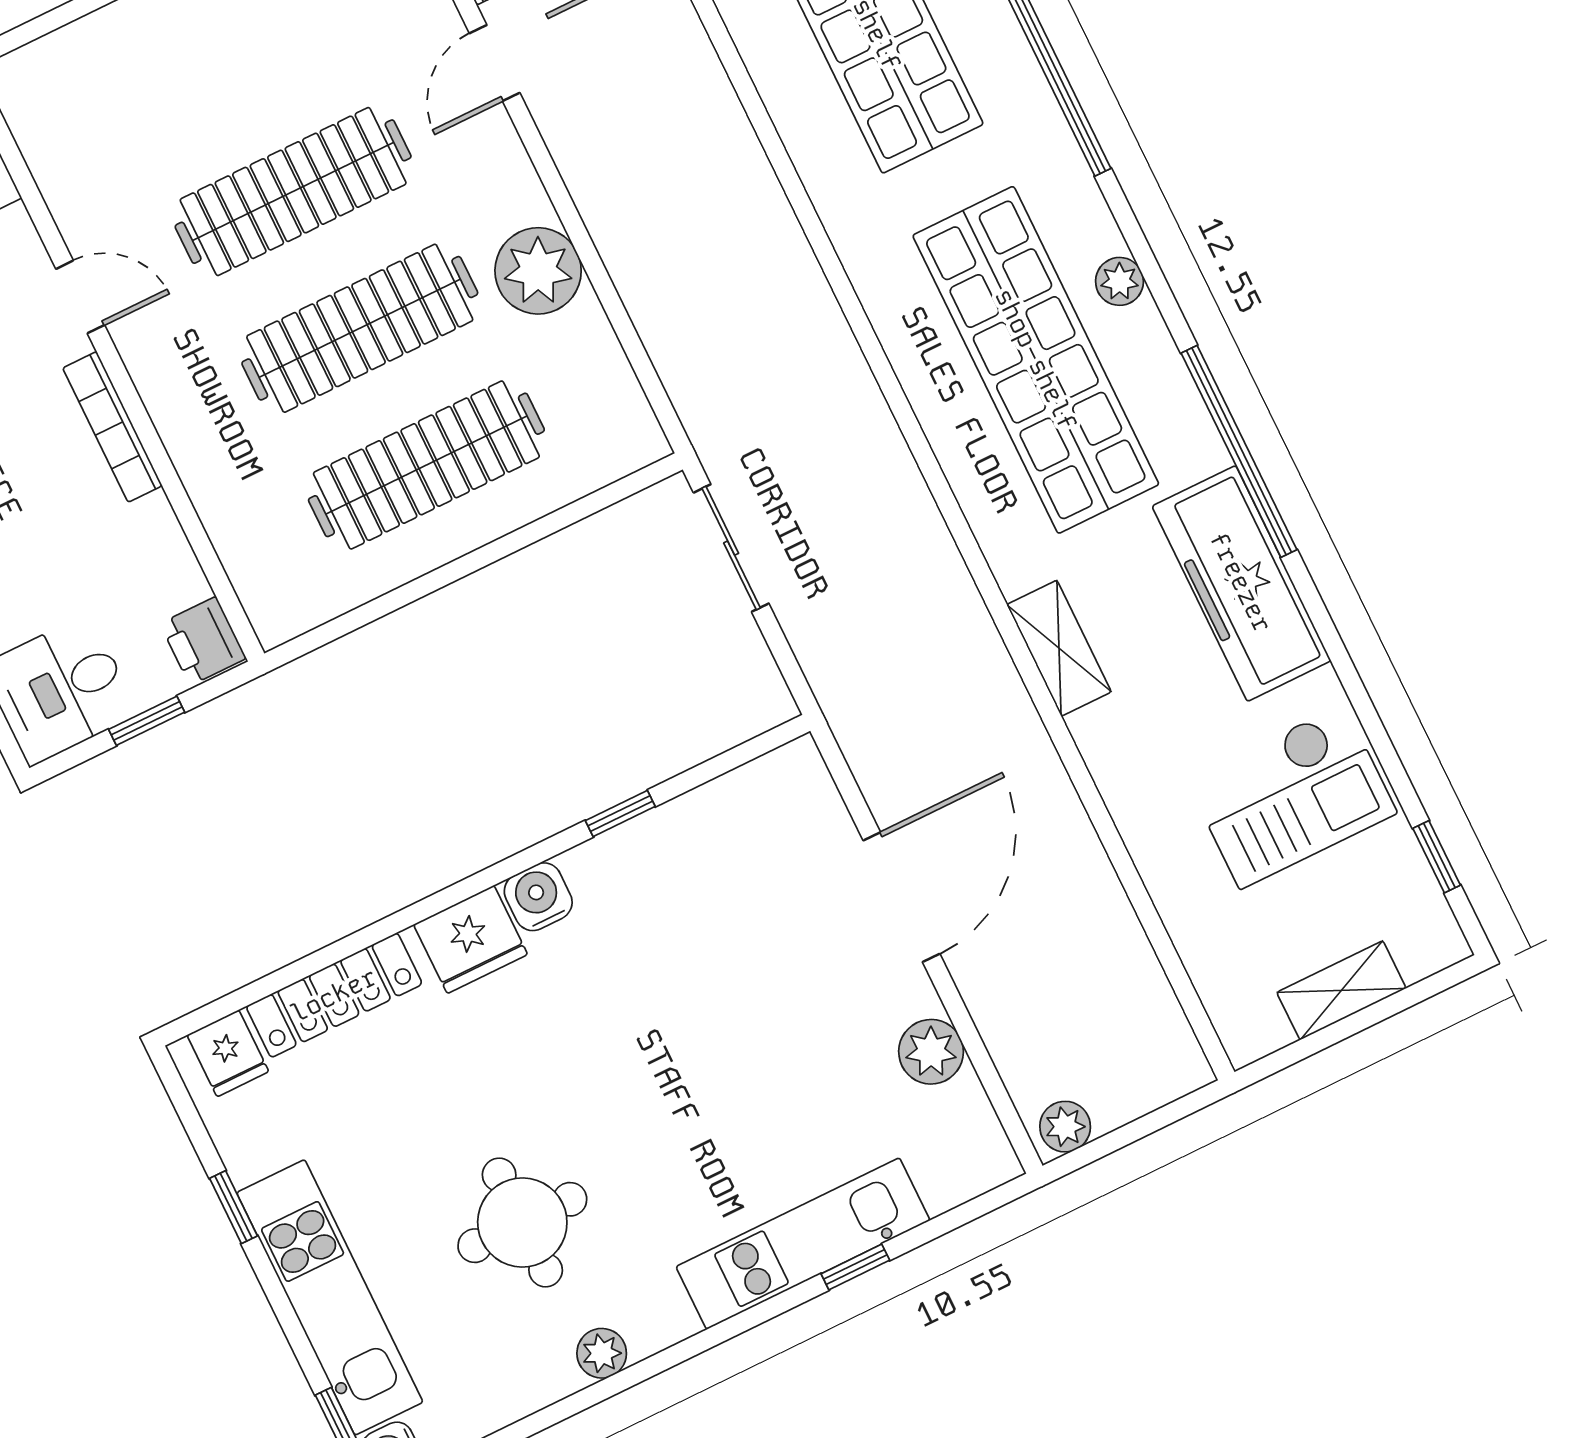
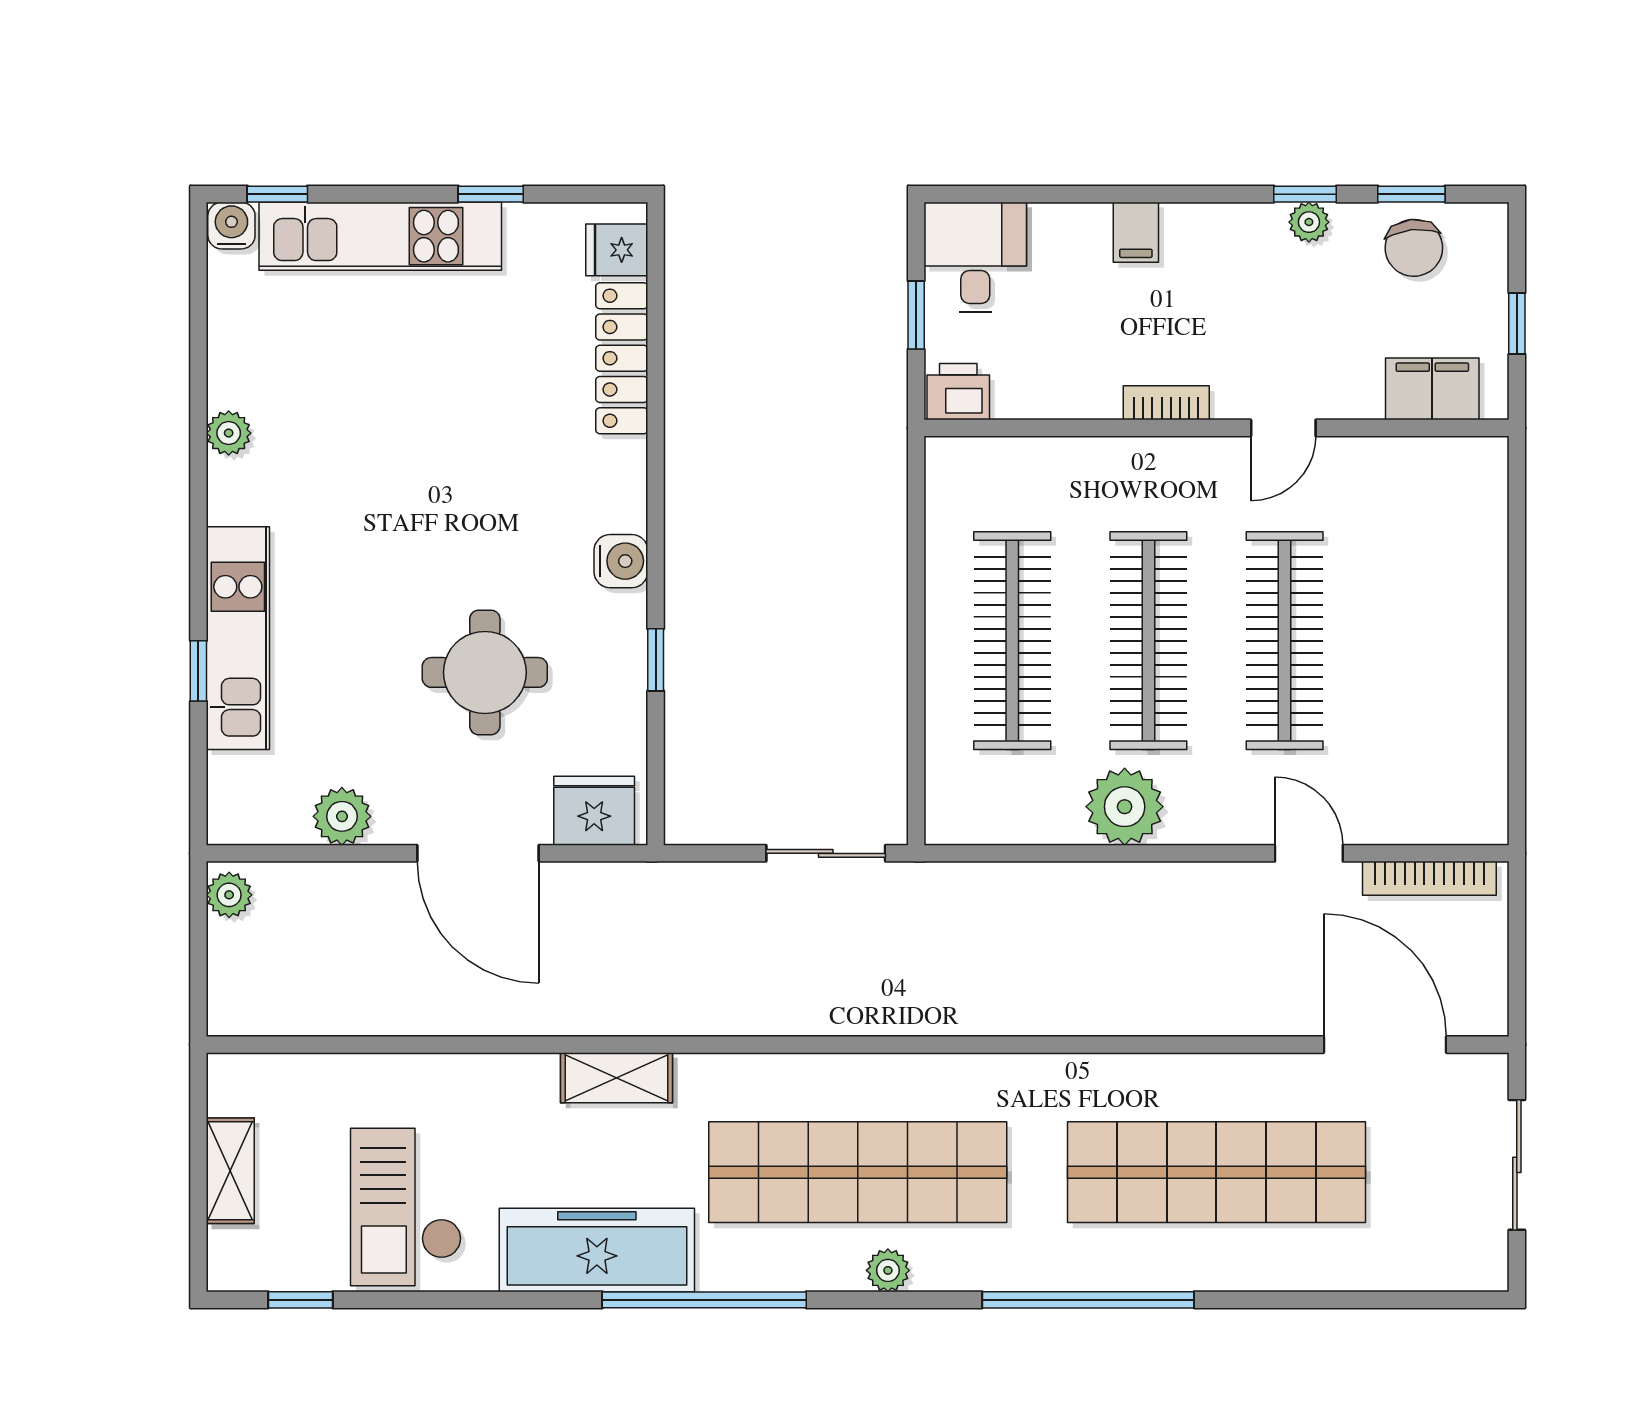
bookcase: (112, 427) -> (1166, 403), width x0.64
fridge: (471, 939) -> (594, 811), moved, turned 90
round table: (522, 1222) -> (485, 672), moved

